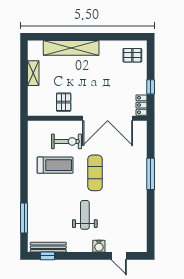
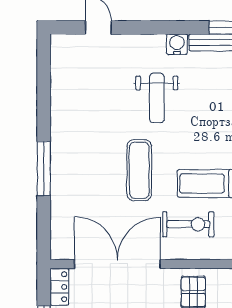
exercise bike: (67, 141) -> (188, 224), turned 180
water cooler: (99, 246) -> (177, 44), moved

